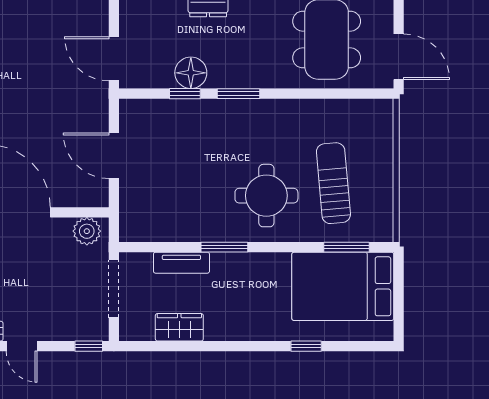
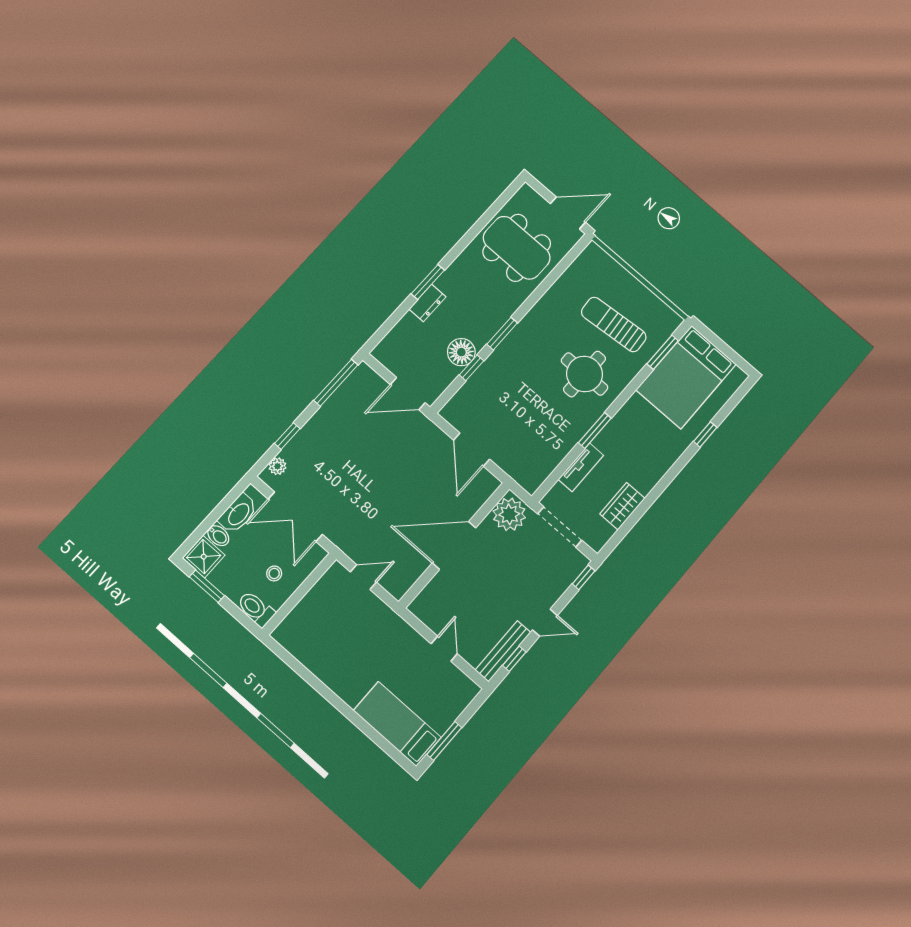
door: (114, 156) -> (472, 450), hinge flipped
plant: (87, 231) -> (509, 514), width x1.36, depth x1.36

